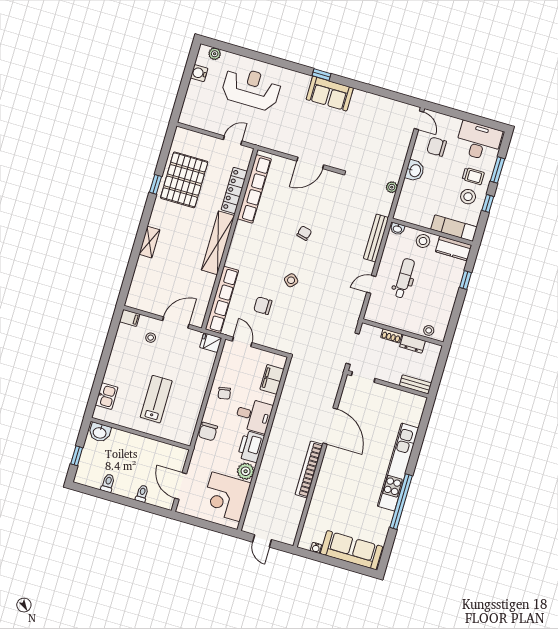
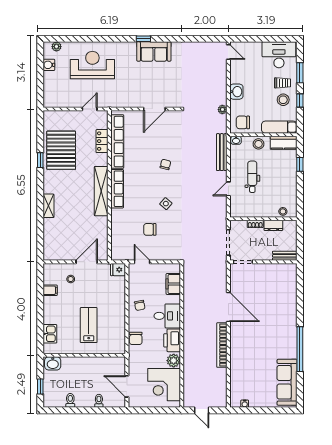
chair: (437, 147) -> (243, 122), moved
locker: (234, 190) -> (102, 141), width x0.66
row of seats: (222, 300) -> (117, 189), moved, width x0.73
filing cabinet: (130, 318) -> (50, 290), moved
kitchen unit: (398, 467) -> (290, 323), removed
sofa: (352, 550) -> (287, 382), moved, turned -90

